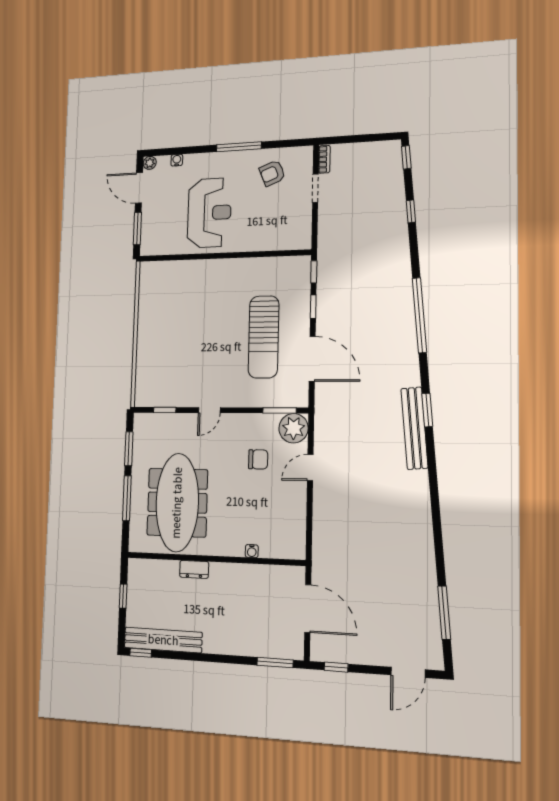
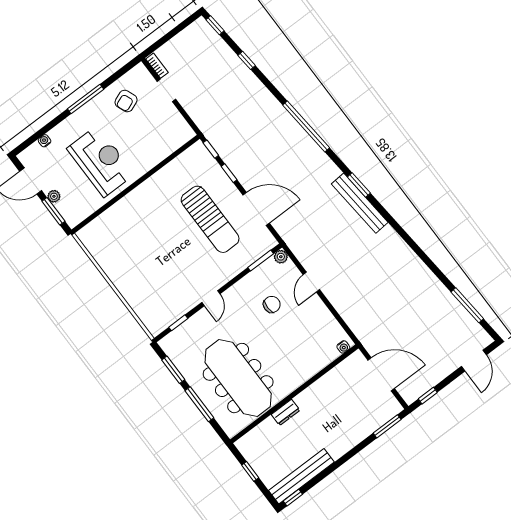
plant: (150, 163) -> (54, 196), moved
plant: (294, 428) -> (281, 257), width x0.53, depth x0.53
water cooler: (252, 551) -> (343, 347), moved

